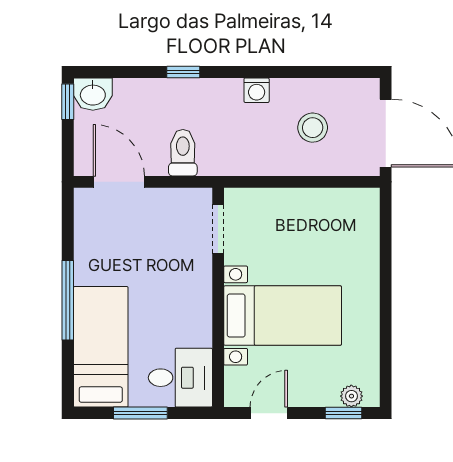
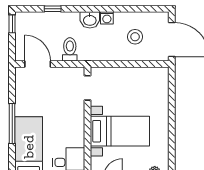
window: (183, 72) -> (53, 9), moved
washbasin: (93, 94) -> (90, 20), moved

